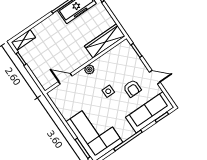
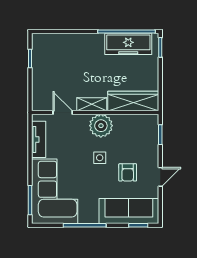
shelving: (23, 40) -> (92, 104), moved
plant: (89, 69) -> (101, 126), width x1.88, depth x1.88
door: (155, 77) -> (160, 177), hinge flipped
tv unit: (62, 106) -> (39, 139), added

